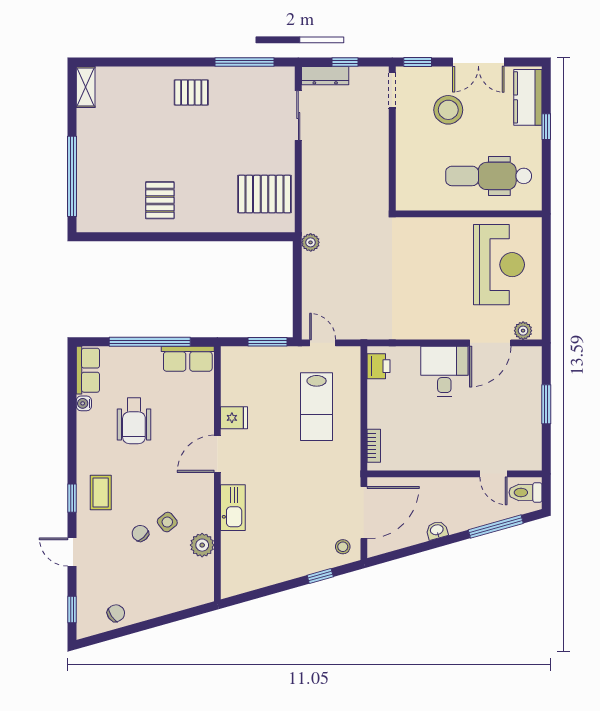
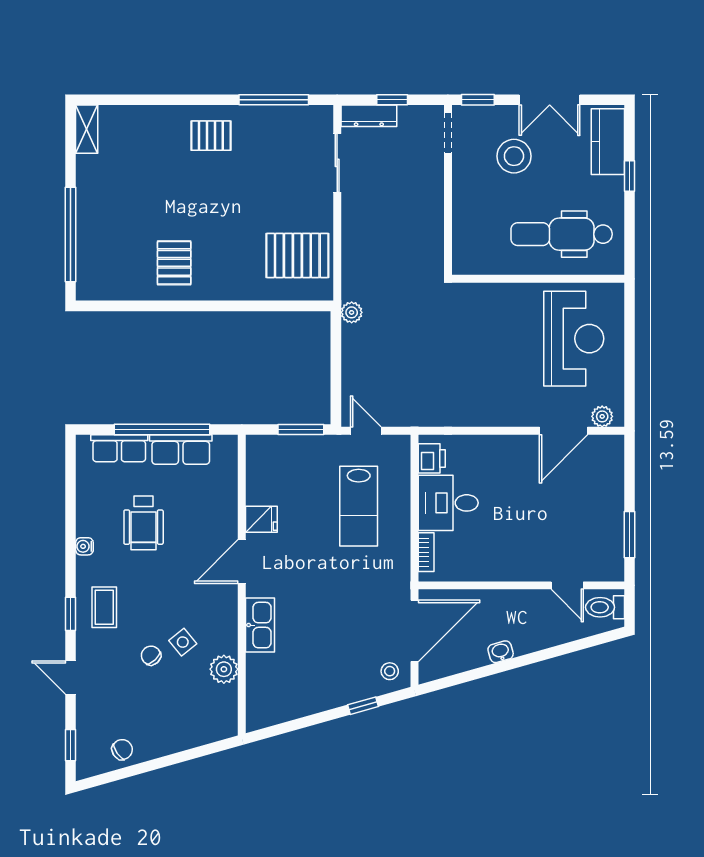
row of seats: (188, 359) -> (181, 450), moved
row of seats: (88, 370) -> (119, 448), moved, turned 90
desk: (444, 371) -> (448, 503), moved, turned -90
water cooler: (84, 403) -> (84, 546), moved
window: (546, 404) -> (630, 535), moved
window: (496, 527) -> (570, 647), removed

